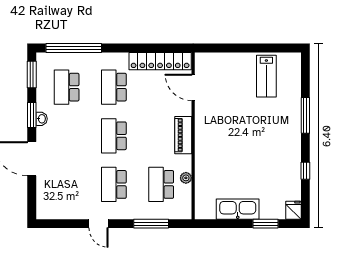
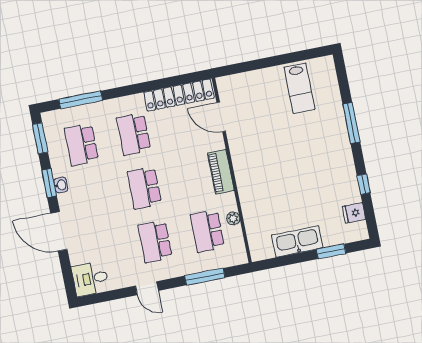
window: (74, 48) -> (81, 100), width x0.68
desk: (51, 206) -> (90, 279), added
fridge: (293, 210) -> (354, 213), moved, turned -90

